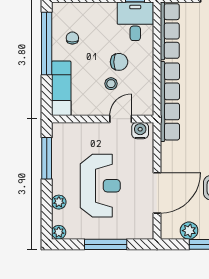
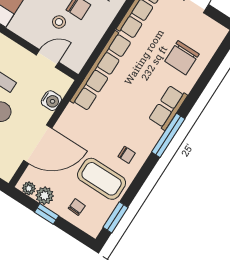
water cooler: (140, 131) -> (51, 101), moved, turned 90
plant: (173, 233) -> (29, 188), added

